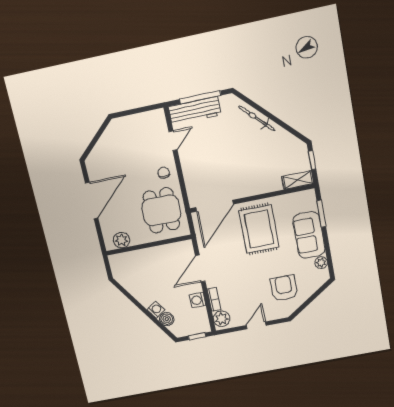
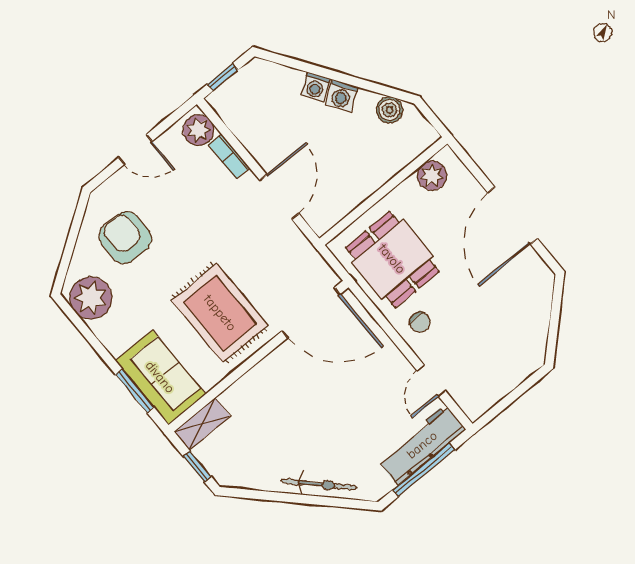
door: (215, 206) -> (311, 313), swing flipped
sofa: (309, 235) -> (160, 377), moved
plant: (321, 263) -> (91, 298), width x1.88, depth x1.88
armchair: (284, 288) -> (125, 237), turned 180
washing machine: (198, 300) -> (341, 96), moved, turned 146
boiler: (167, 319) -> (389, 110), moved
door: (256, 325) -> (135, 149), hinge flipped

